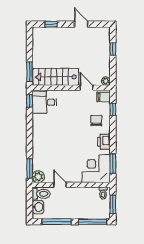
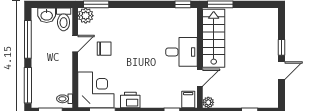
window: (51, 24) -> (282, 47), moved
desk: (44, 102) -> (182, 52), moved, turned 90
chair: (96, 121) -> (104, 49), moved

